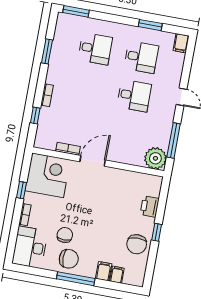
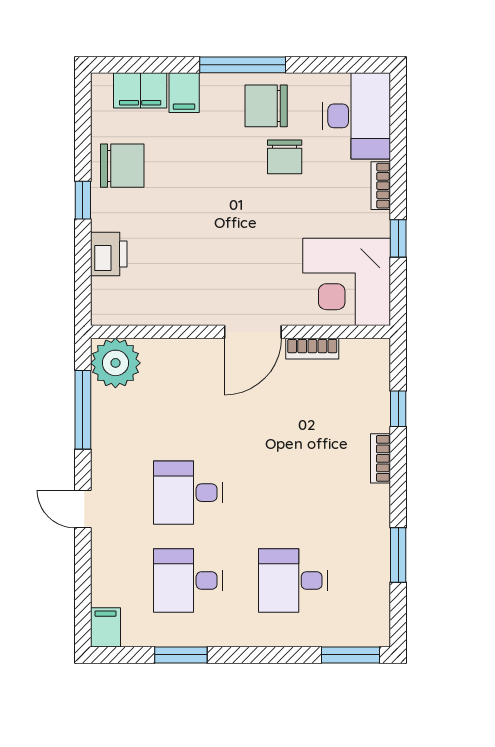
chair: (137, 244) -> (122, 166), turned 91
filing cabinet: (117, 275) -> (140, 90), width x2.00

